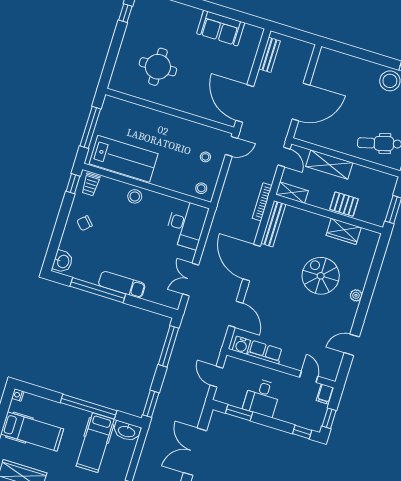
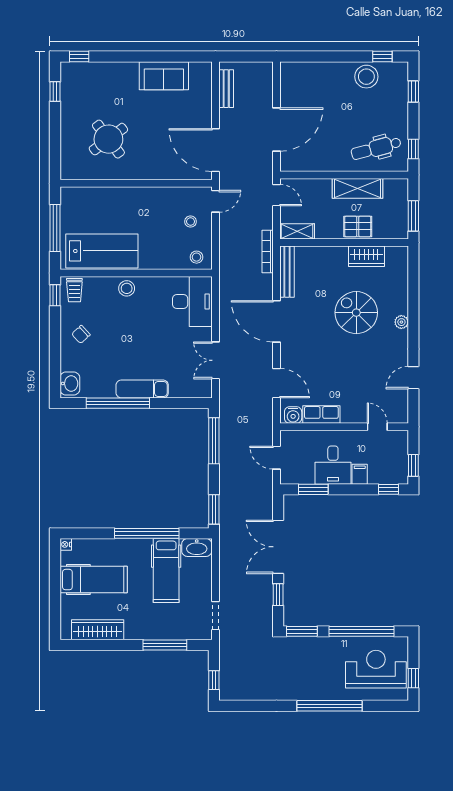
round table: (158, 67) -> (108, 139), turned -37
shelving: (329, 165) -> (358, 188), moved
filing cabinet: (325, 394) -> (360, 474), moved, turned 180

